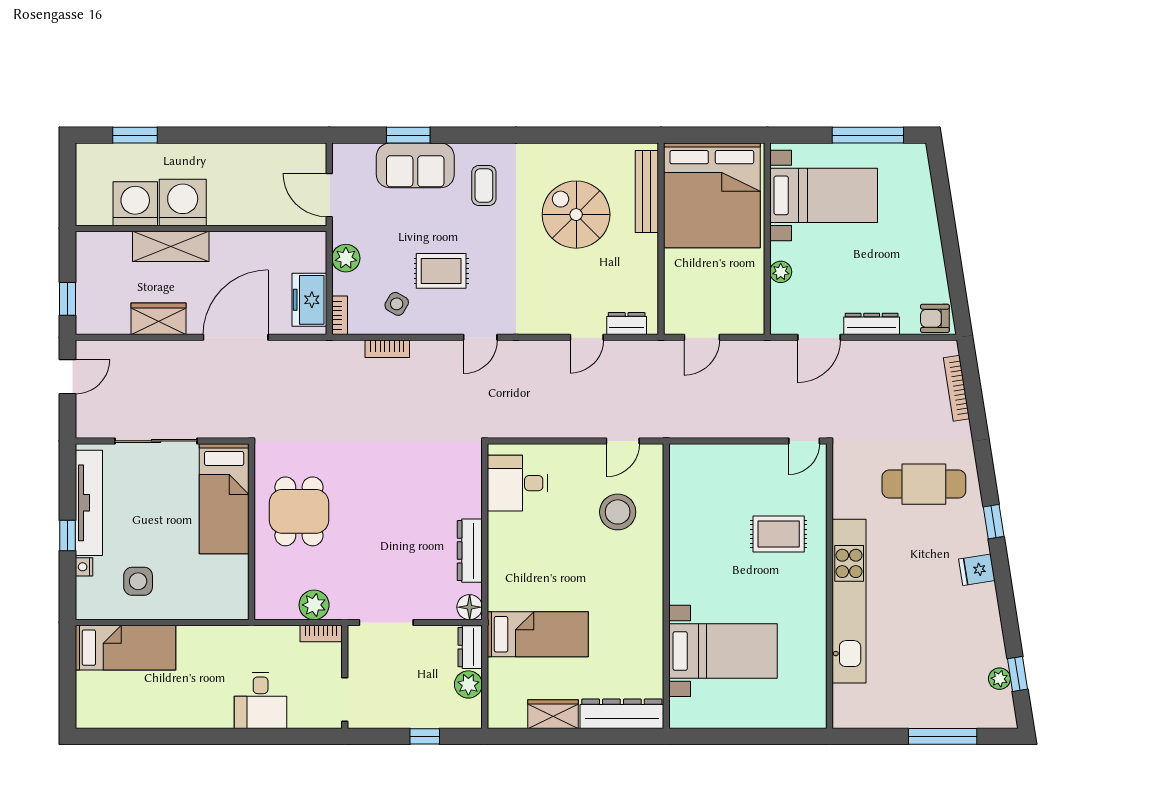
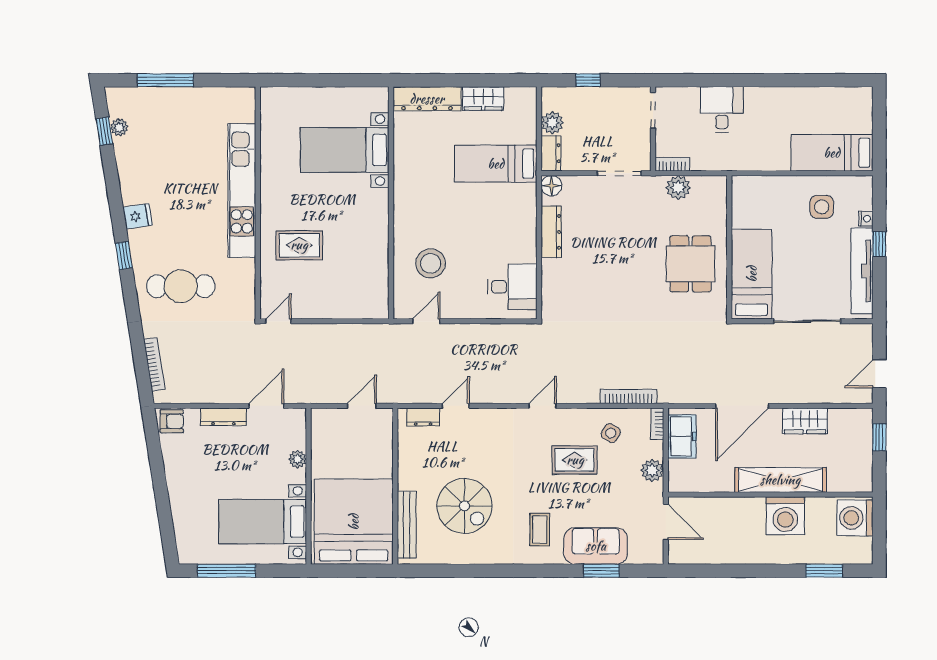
washing machine: (135, 204) -> (855, 518), moved, turned 90
shelving: (171, 246) -> (780, 480), width x1.47
bookcase: (387, 349) -> (629, 396), width x1.56

